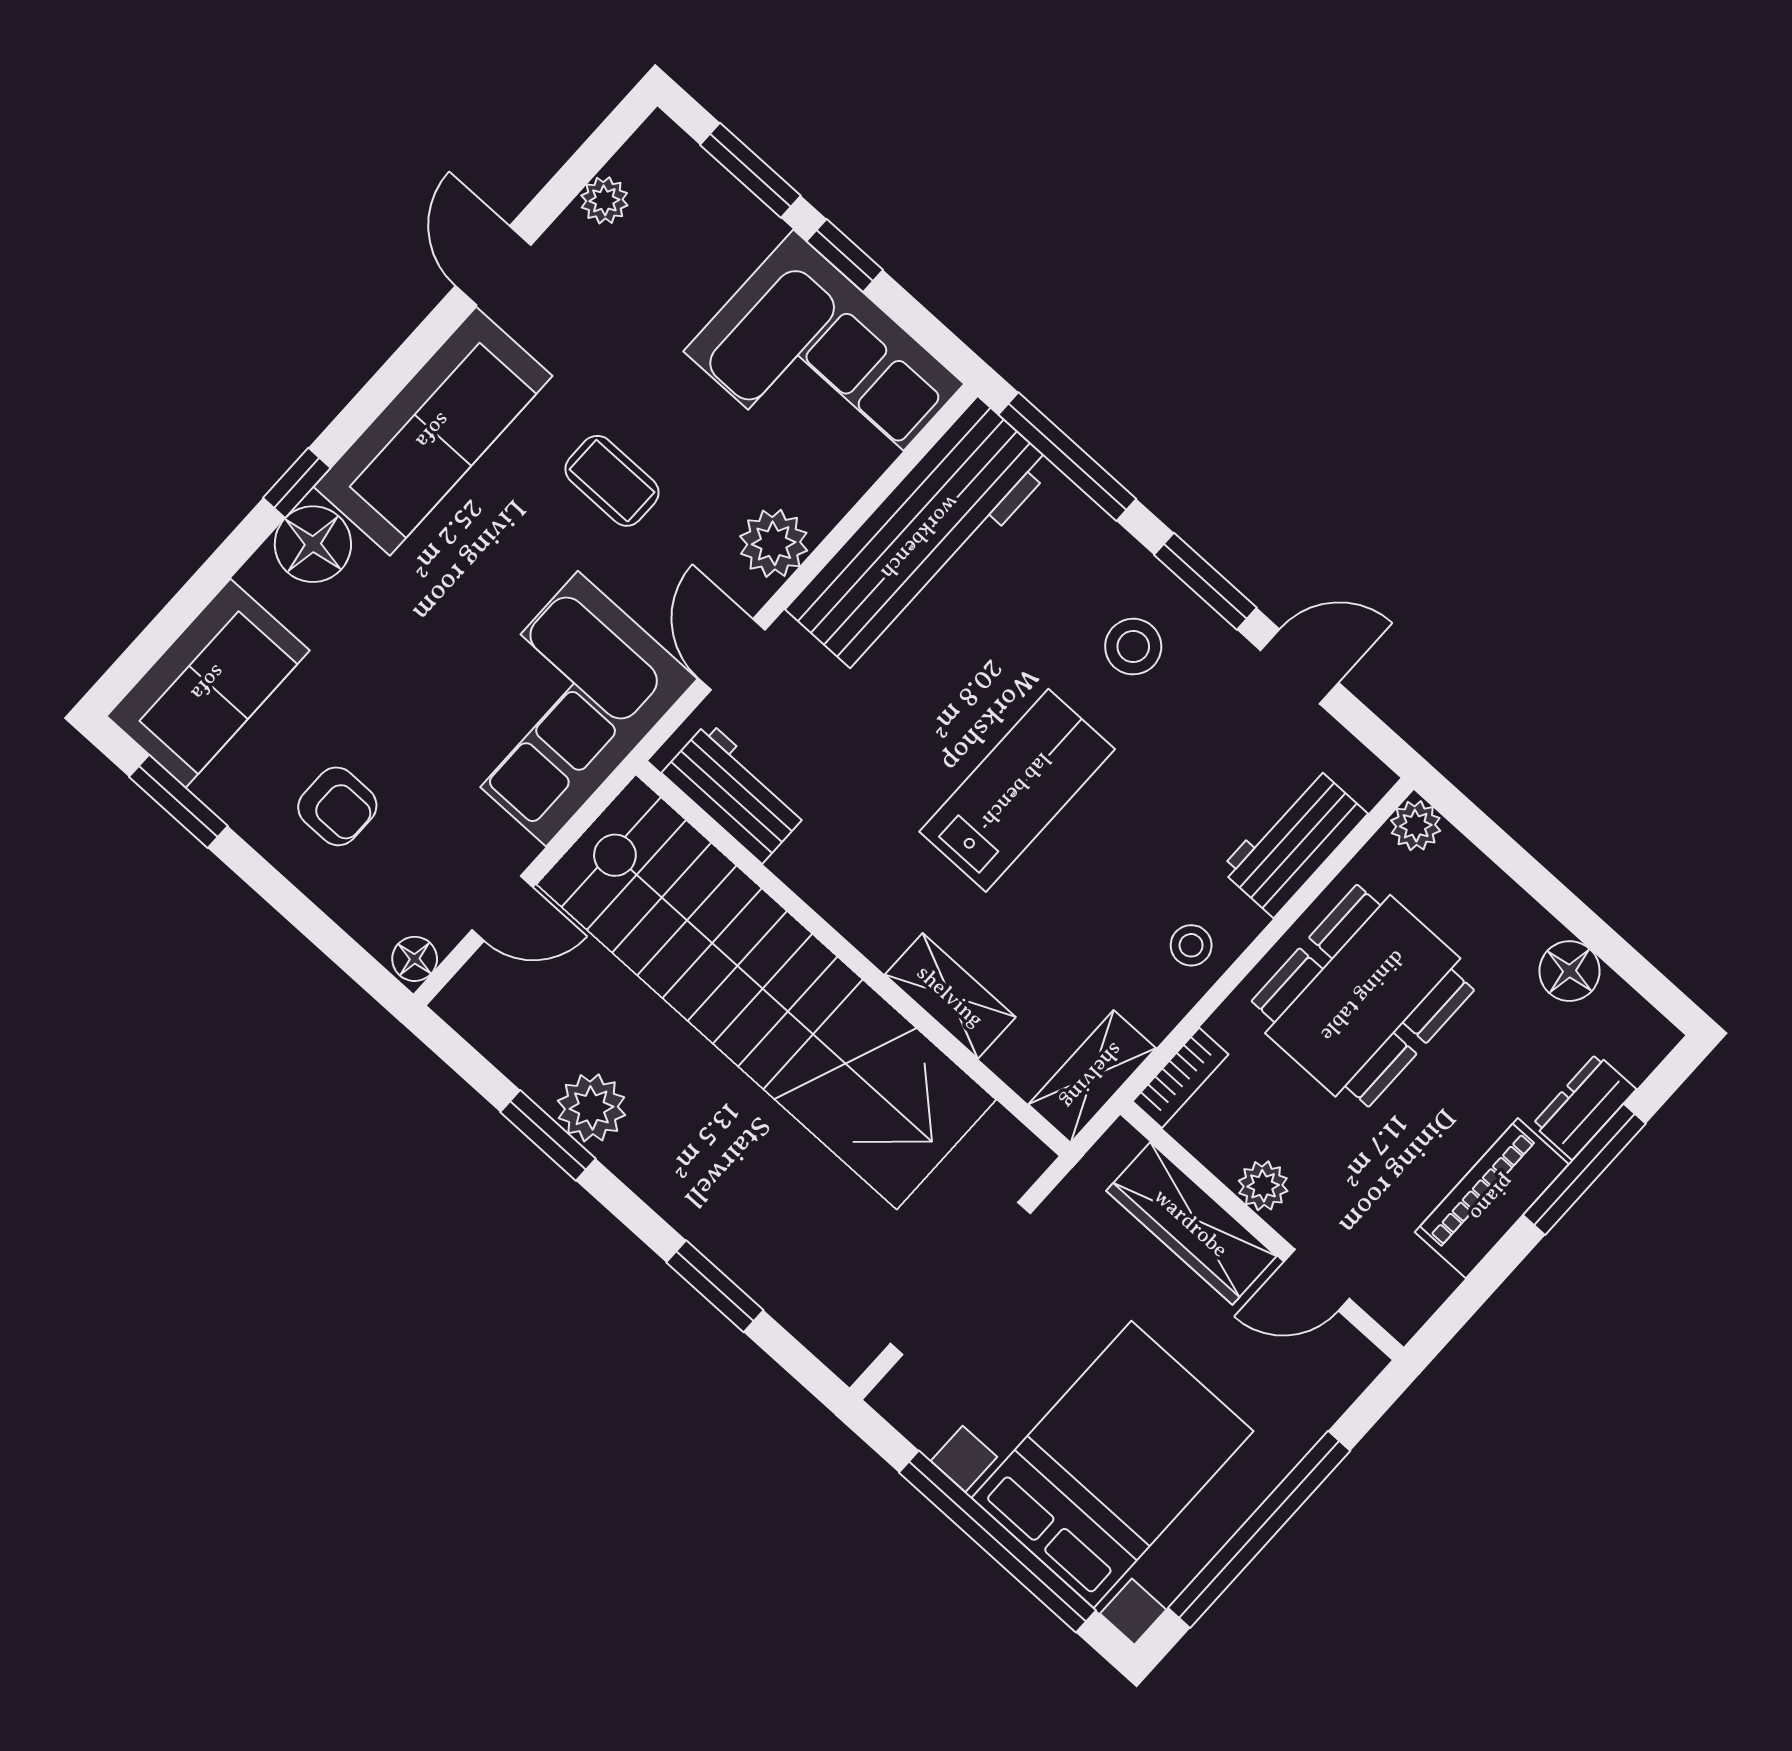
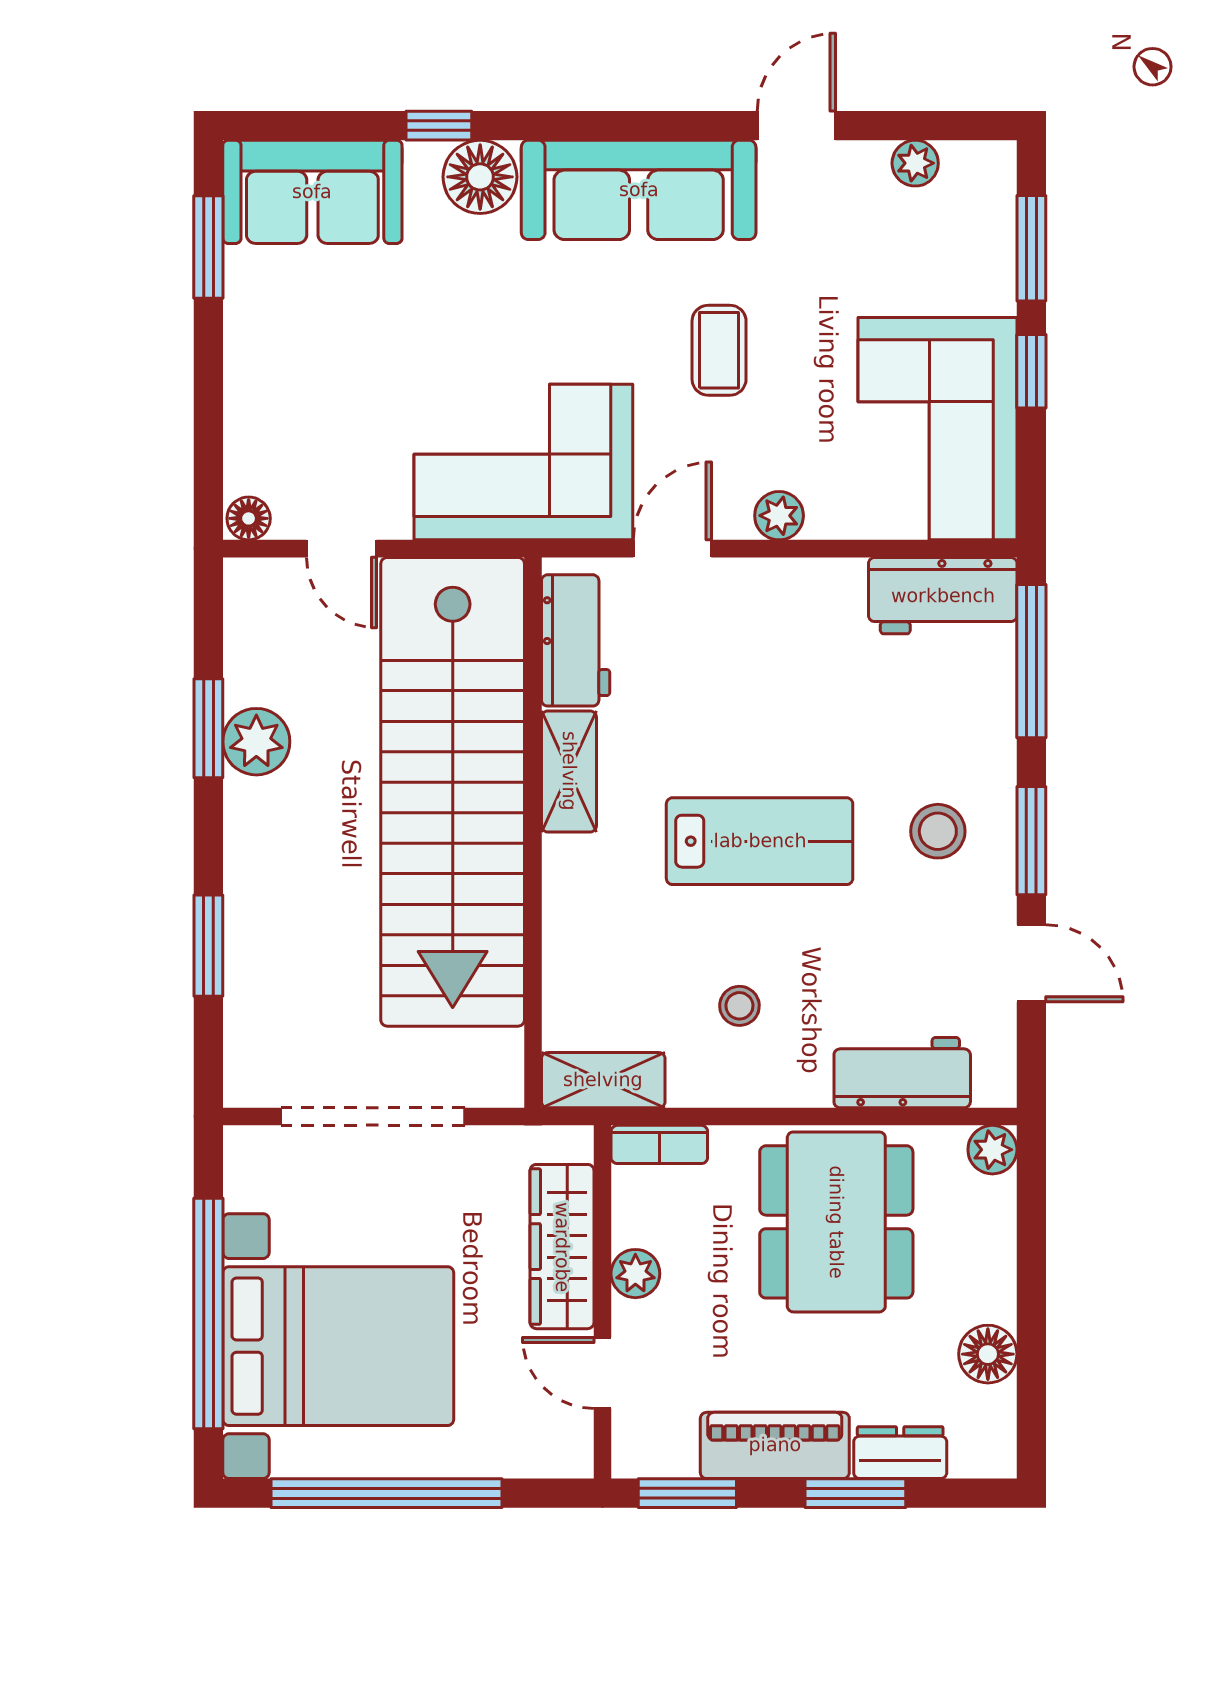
window: (297, 483) -> (439, 126), moved
workbench: (920, 538) -> (943, 596), width x0.53, depth x0.76
plant: (774, 543) -> (779, 516), width x0.73, depth x0.73
armchair: (337, 806) -> (308, 364), removed
stool: (1191, 945) -> (739, 1006), moved
shelving: (950, 996) -> (569, 771), moved
dining table: (1363, 996) -> (836, 1222), turned 90
window: (1584, 1169) -> (855, 1493), width x0.69
window: (1468, 1298) -> (687, 1493), added

